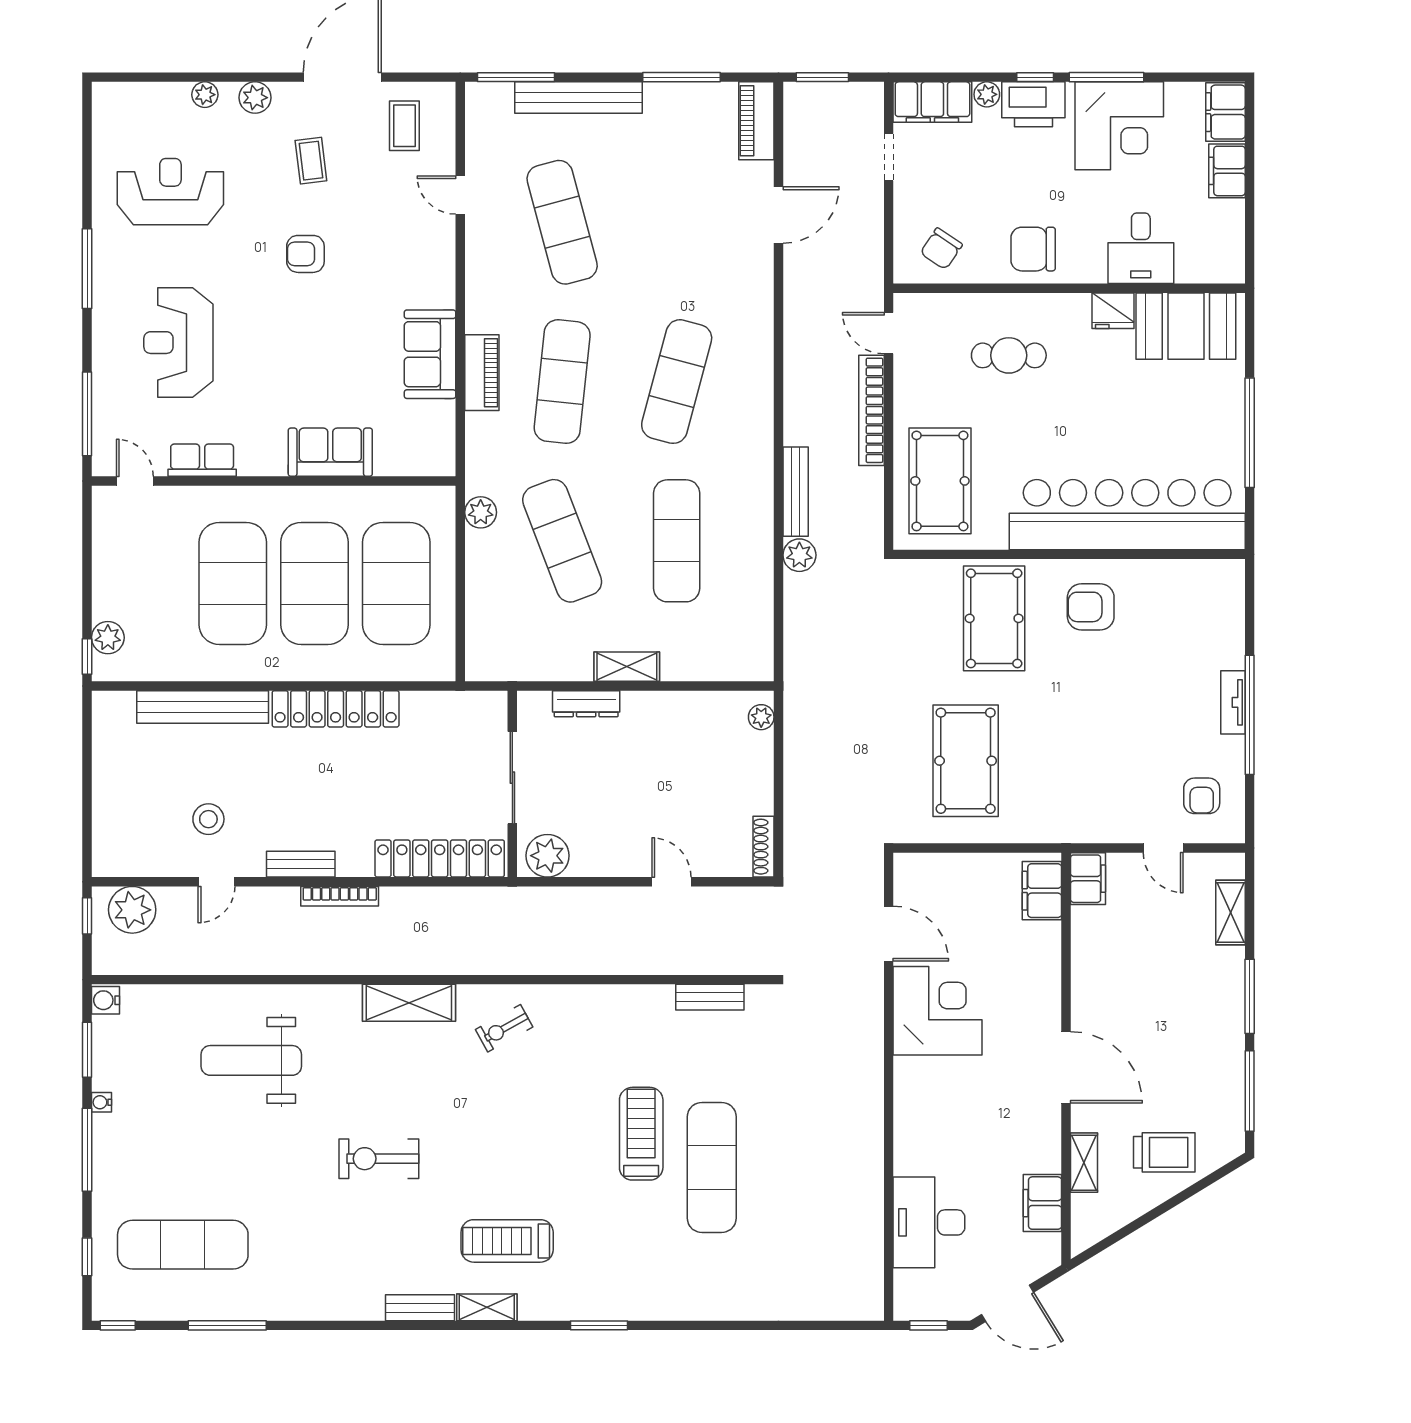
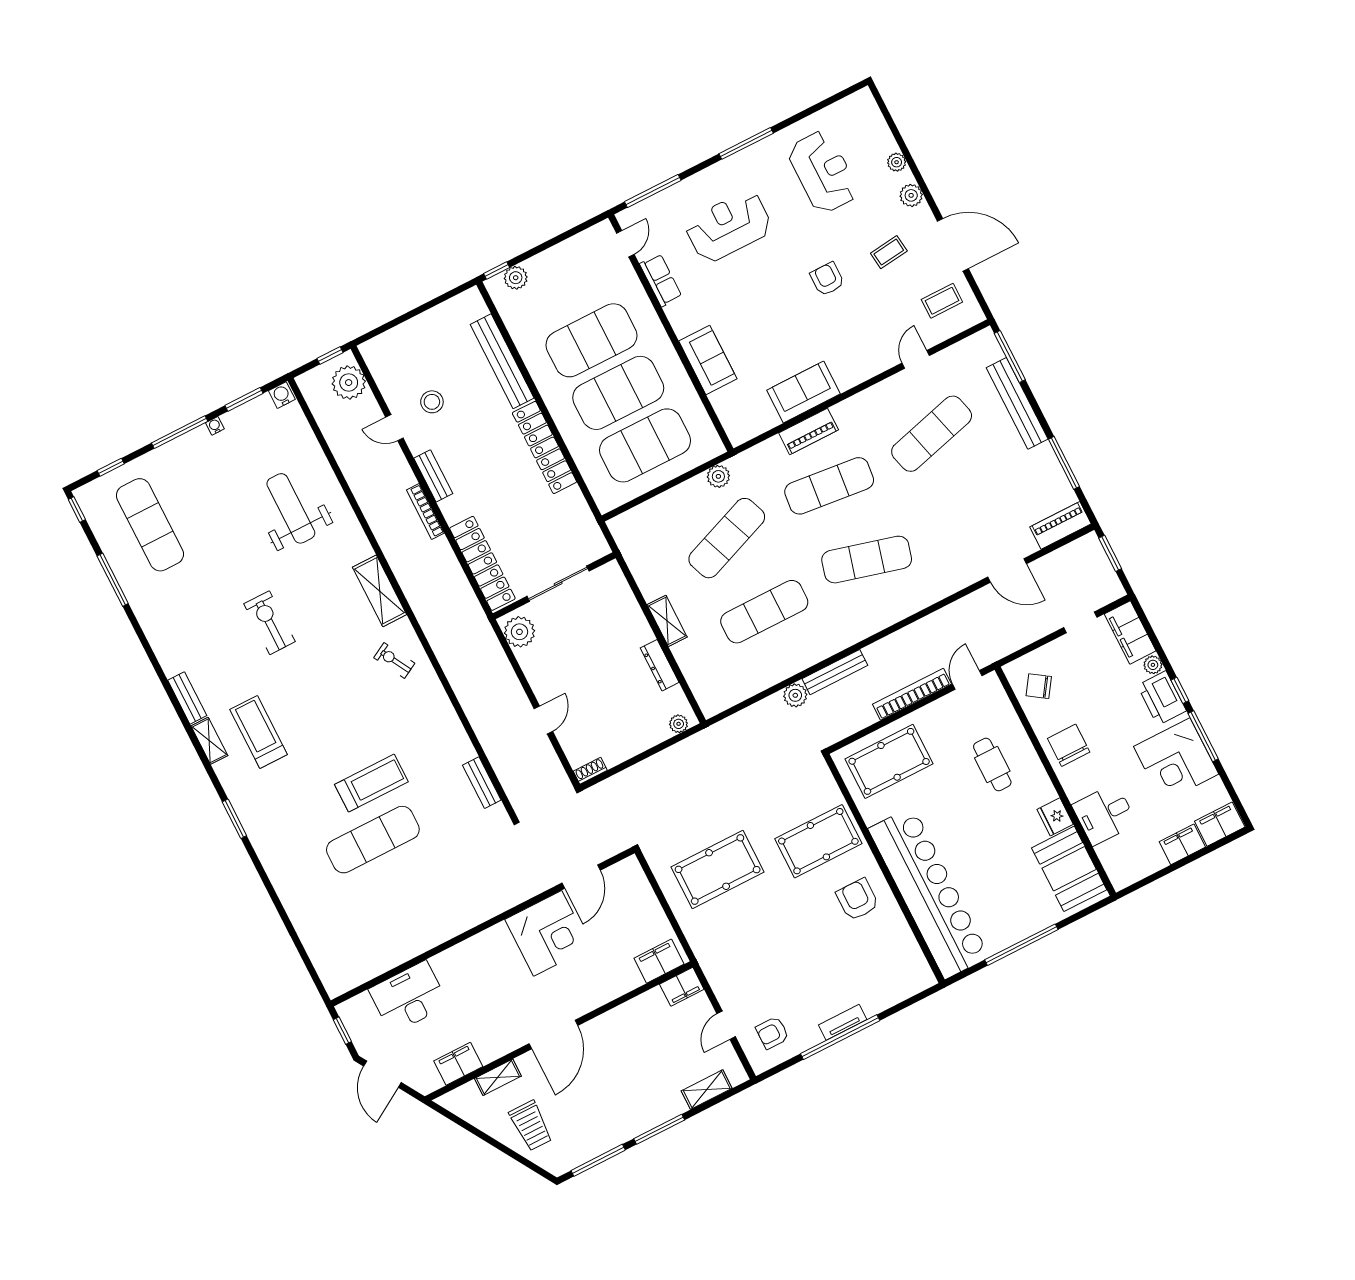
dresser: (586, 704) -> (660, 665), moved
shoe rack: (763, 847) -> (590, 771), width x0.70

